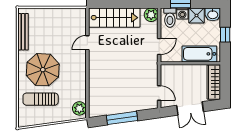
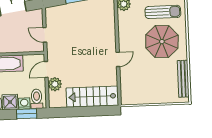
plant: (151, 15) -> (55, 84), moved
door: (87, 43) -> (118, 59), moved
door: (159, 93) -> (45, 35), moved

